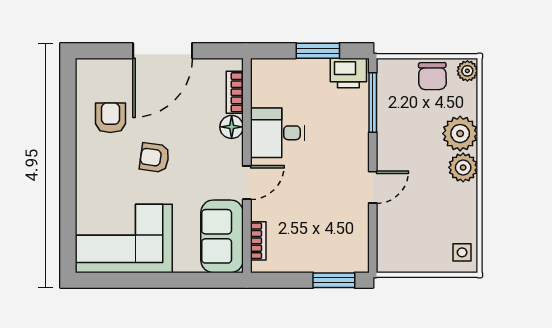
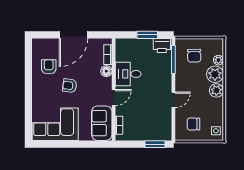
plant: (467, 71) -> (218, 60), moved
chair: (432, 76) -> (194, 56), moved
chair: (415, 238) -> (193, 124), added

